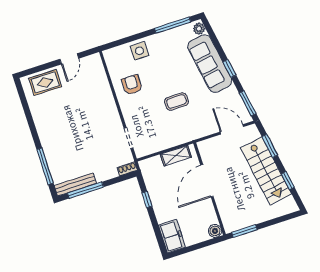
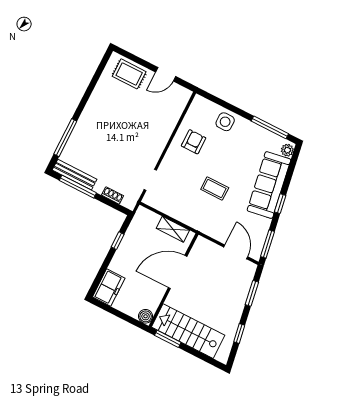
shoe rack: (127, 169) -> (113, 195), moved
stairs: (266, 171) -> (188, 331), moved, turned 99

